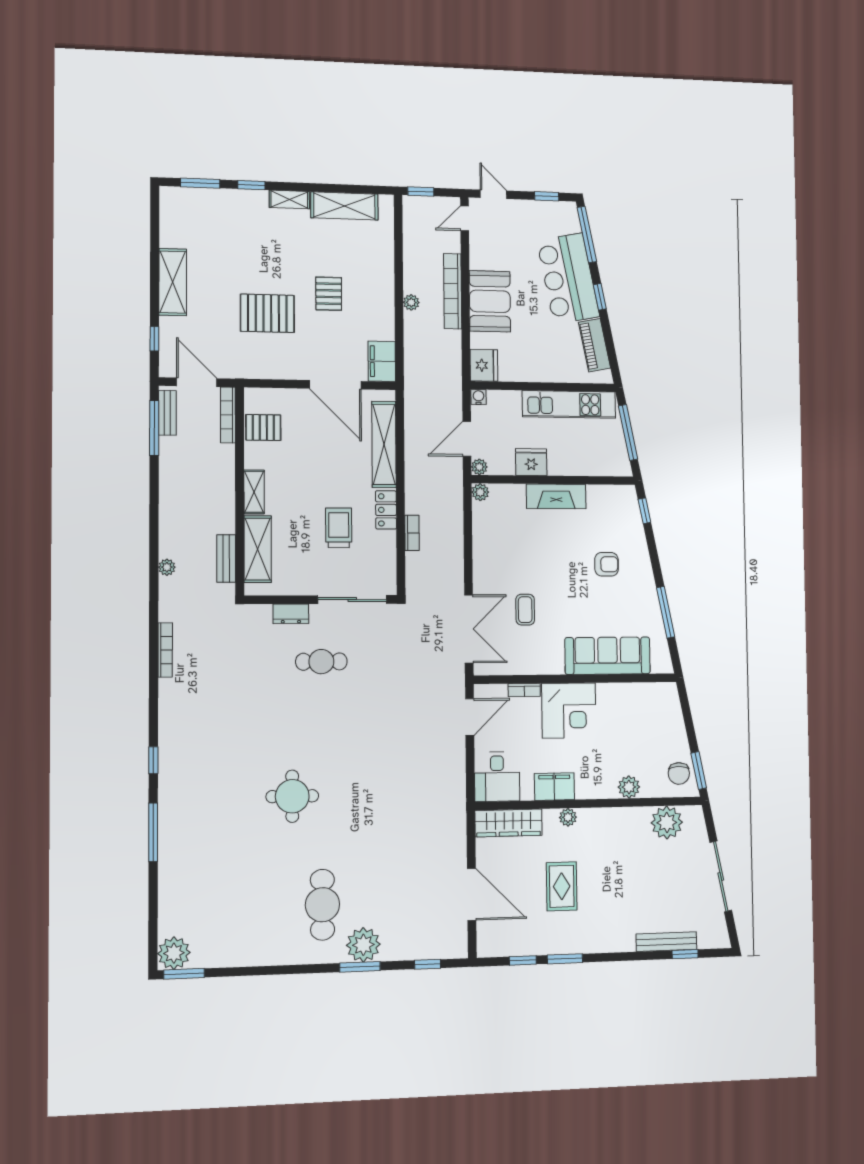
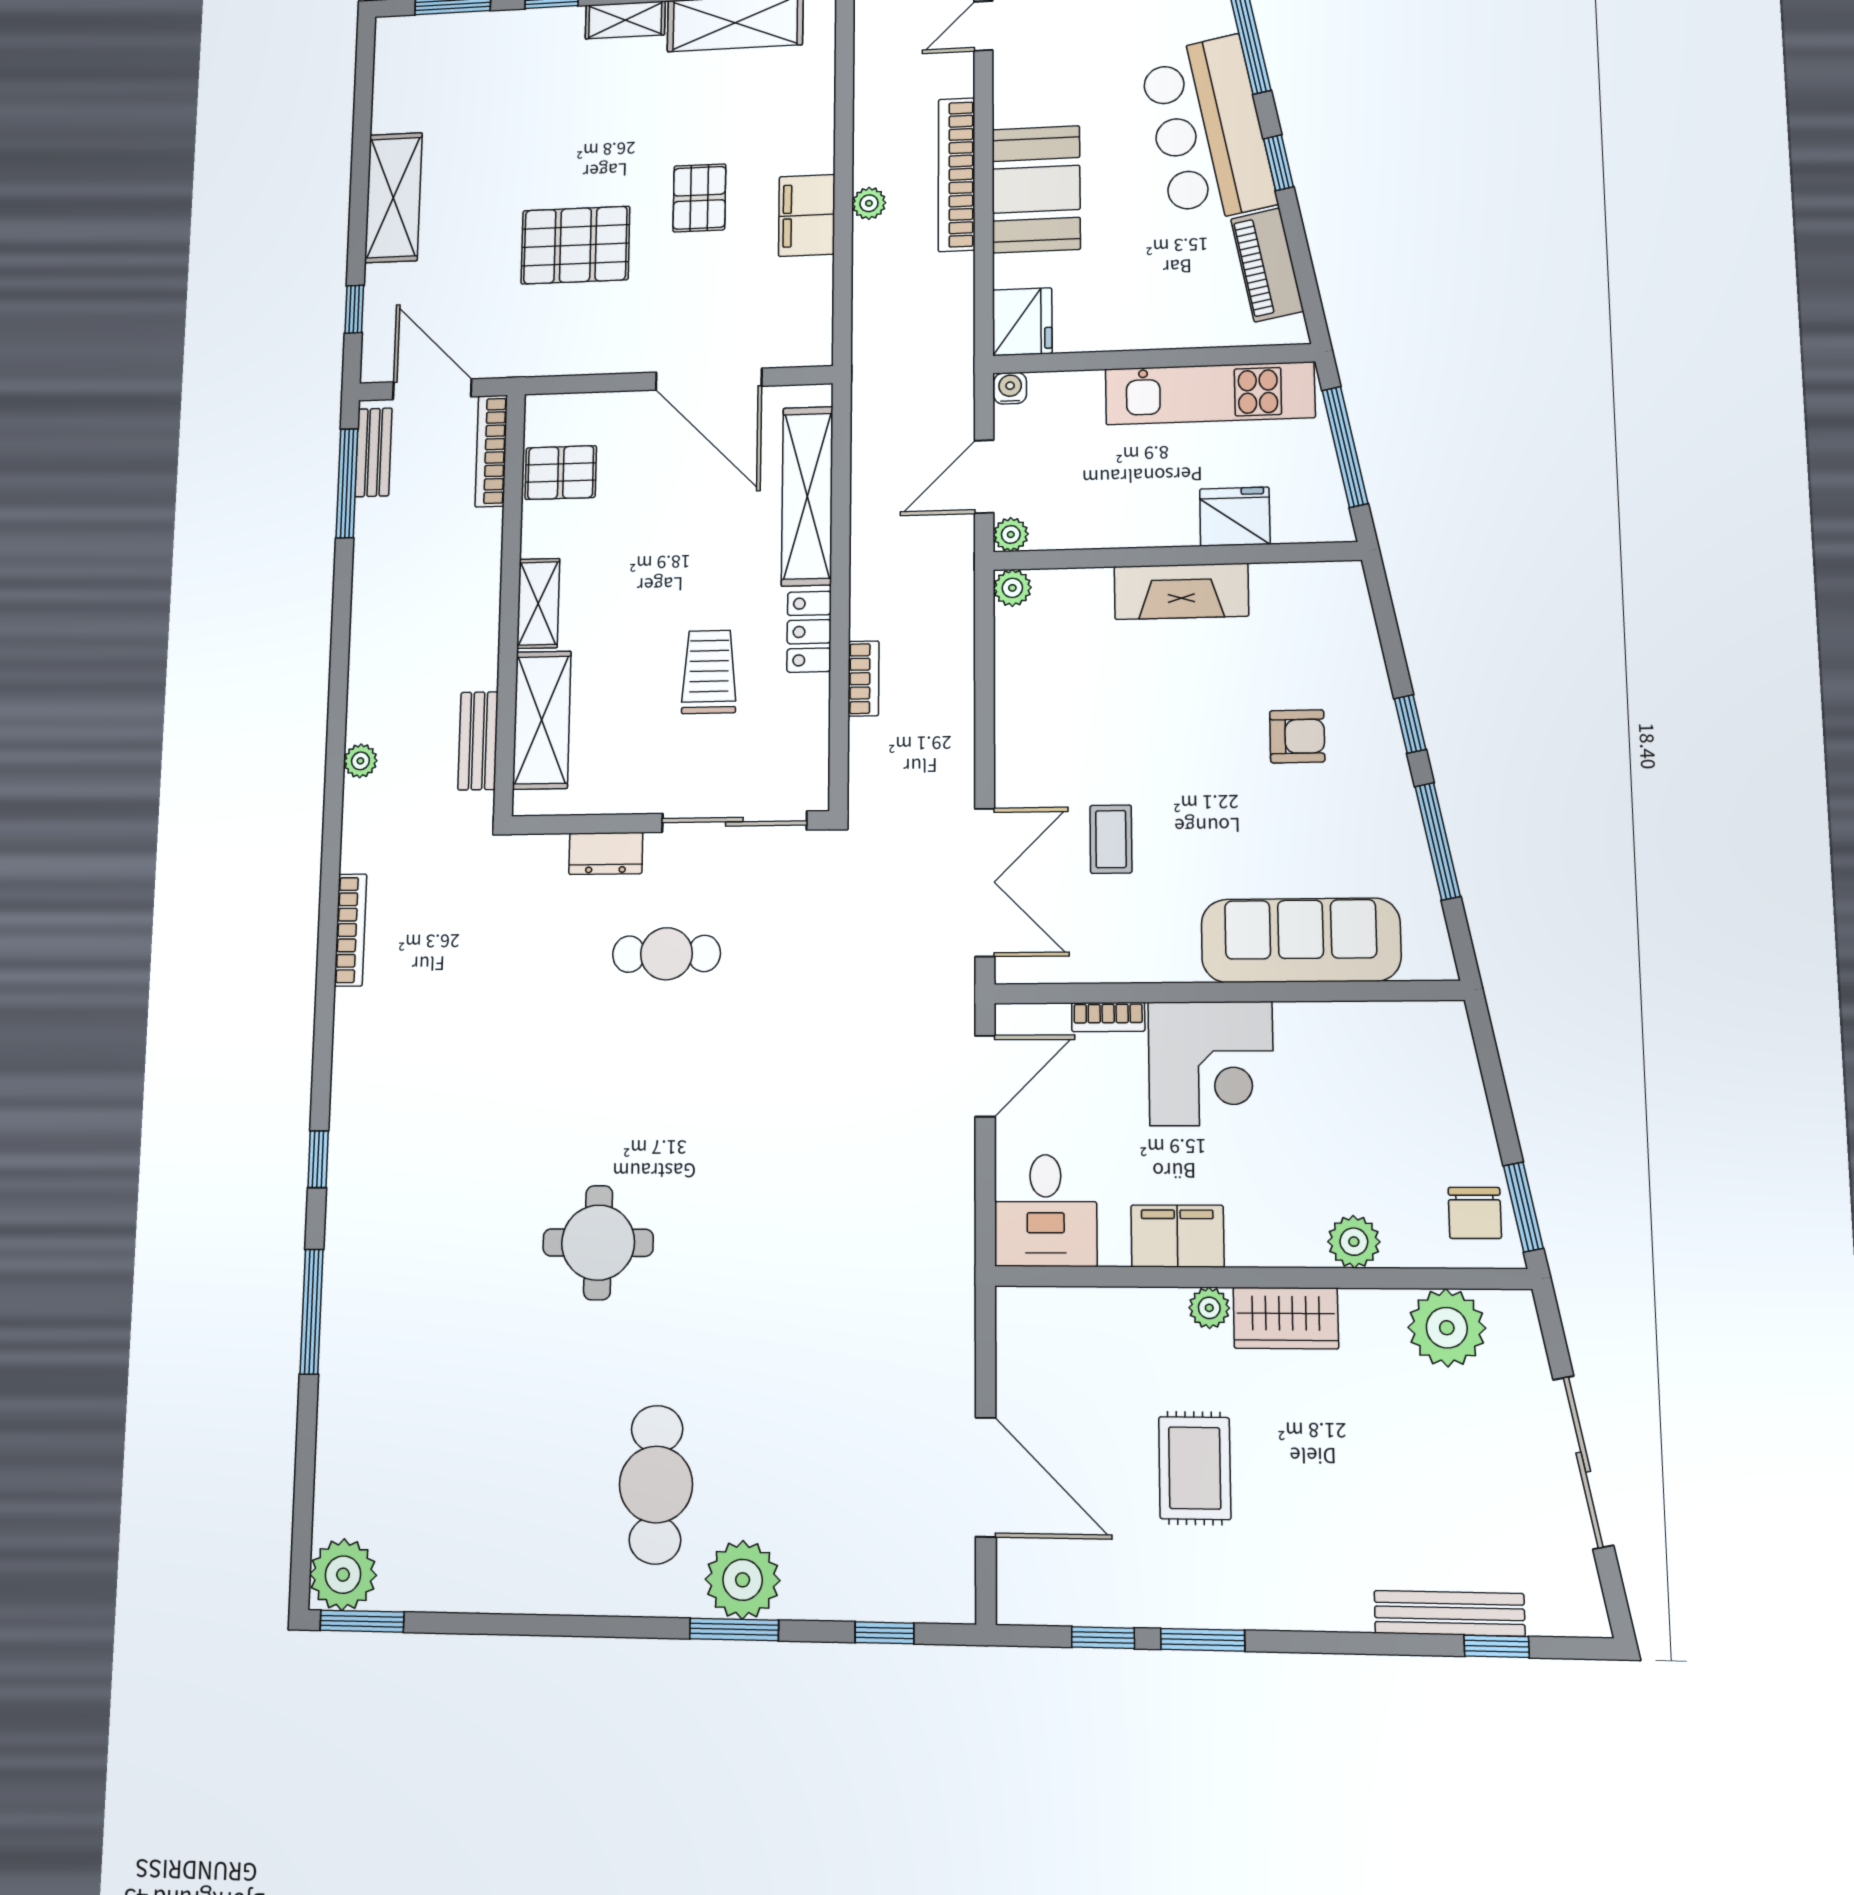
filing cabinet: (382, 361) -> (807, 215), moved
fridge: (531, 462) -> (1235, 517), moved
window: (644, 511) -> (1410, 724), moved
wardrobe: (509, 823) -> (1286, 1318), moved, width x0.67

